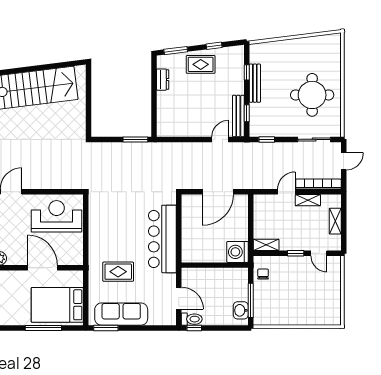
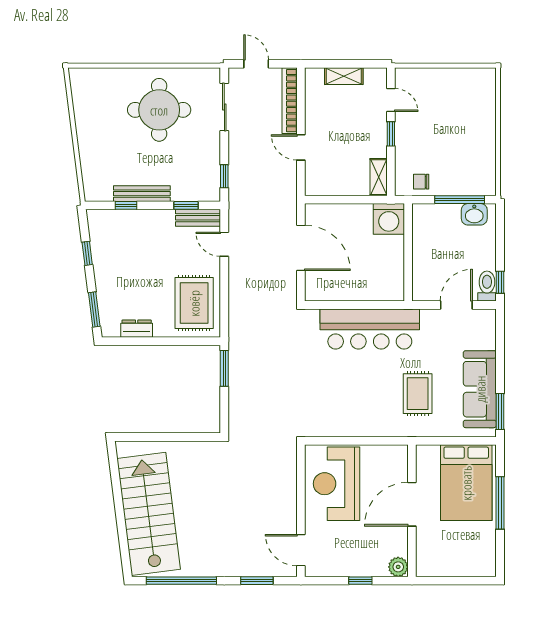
rug: (201, 64) -> (194, 303), moved, width x1.36, depth x1.43
bench: (238, 116) -> (198, 218), width x0.73
shelving: (308, 200) -> (313, 116), removed
door: (319, 253) -> (391, 100), hinge flipped

